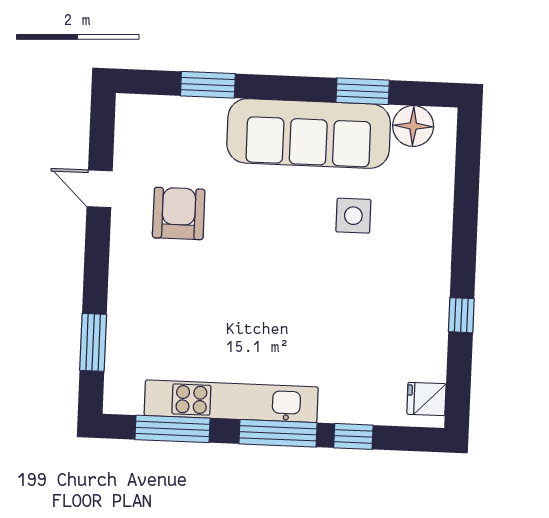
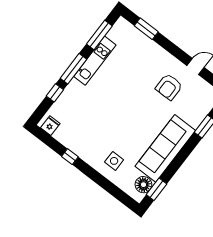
window: (363, 91) -> (157, 189), moved
armchair: (179, 213) -> (169, 87), turned 90
side table: (353, 216) -> (114, 161), moved
kitchen unit: (231, 401) -> (95, 61), width x0.73

